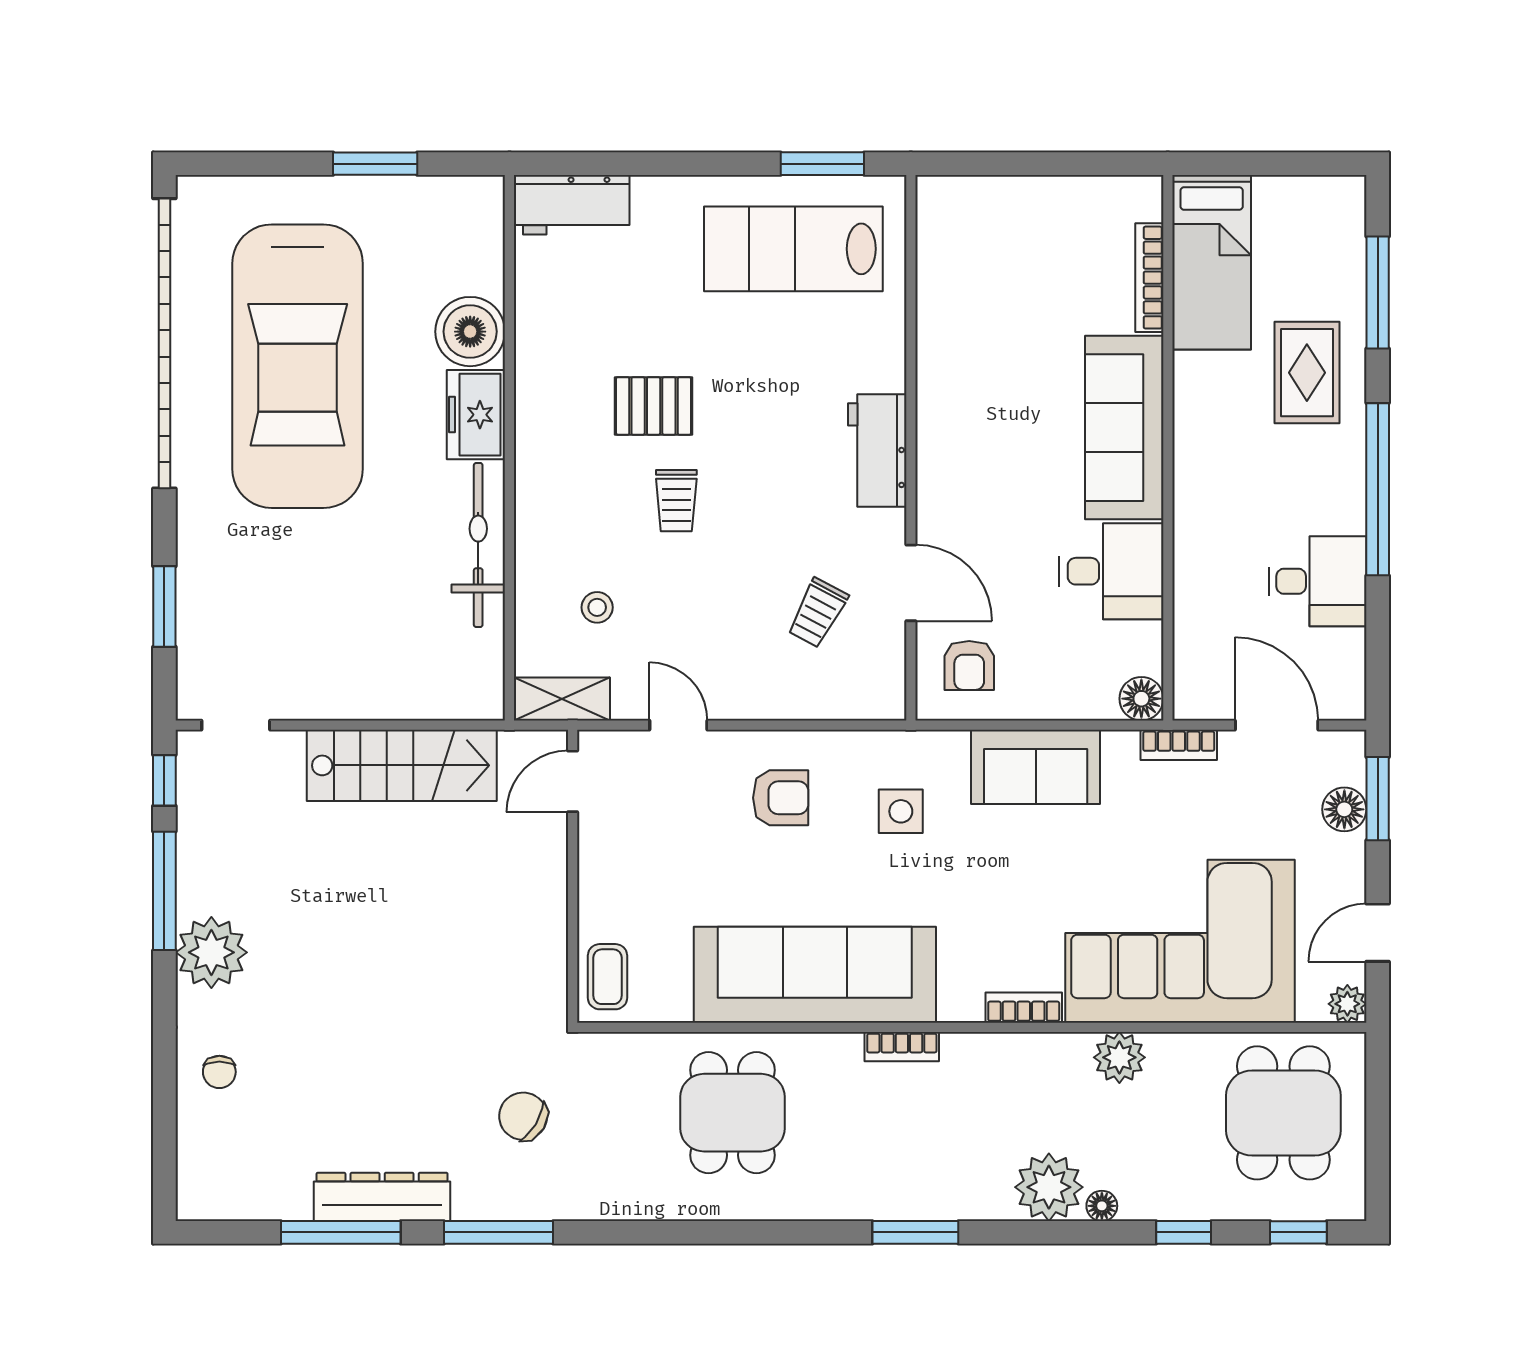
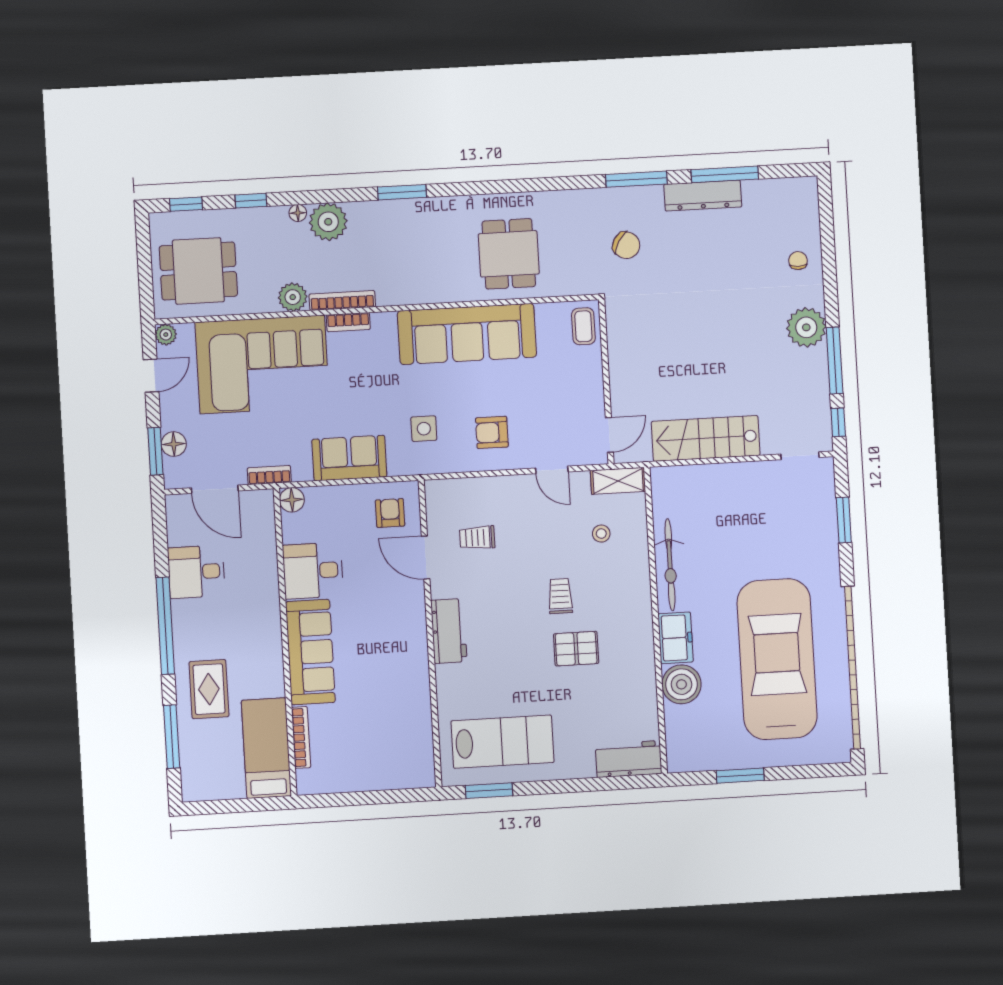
trolley: (818, 613) -> (477, 538), turned -118
bookcase: (902, 1047) -> (342, 300), moved, width x1.56
dining table: (1283, 1113) -> (198, 271), turned 90

